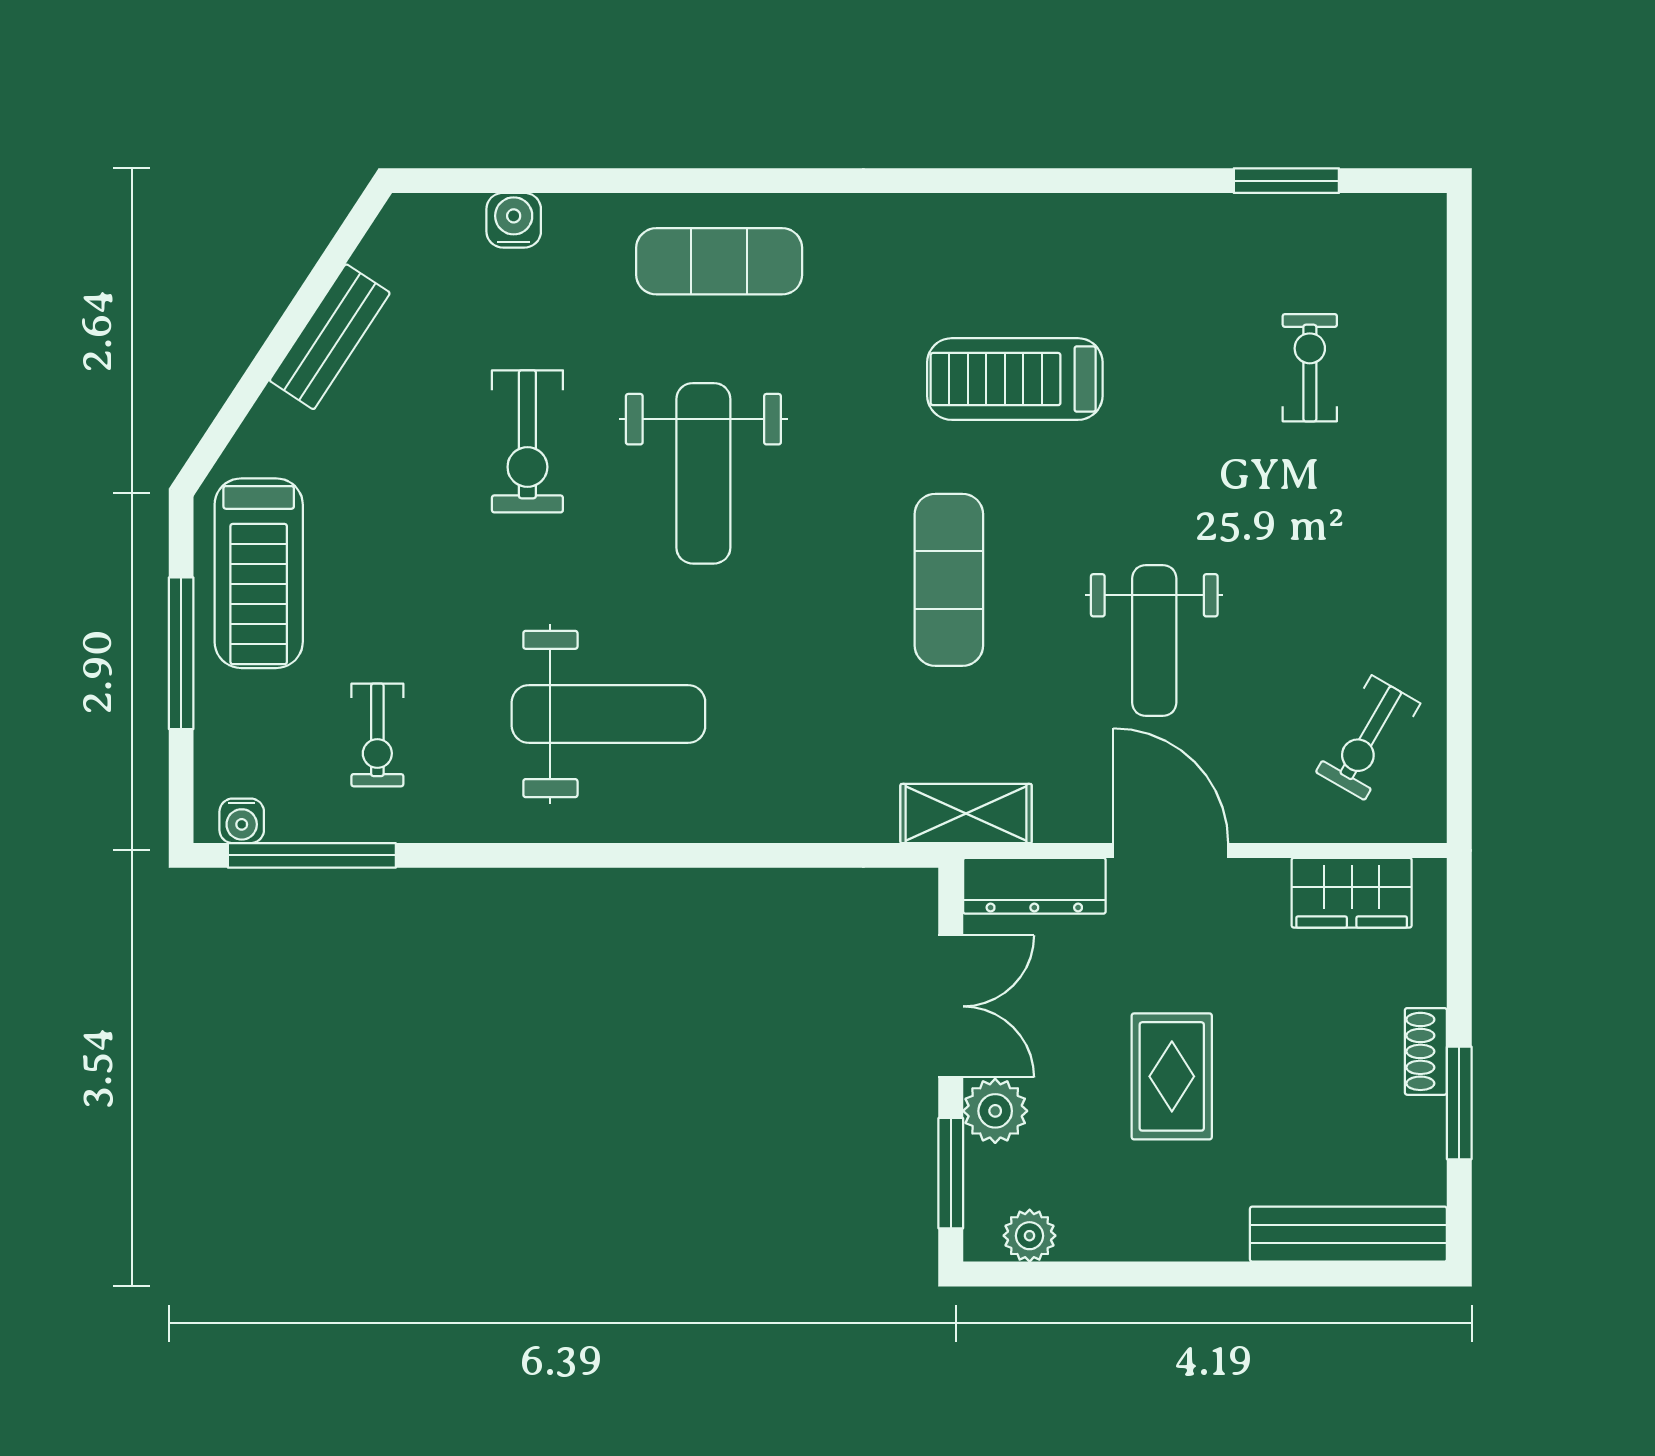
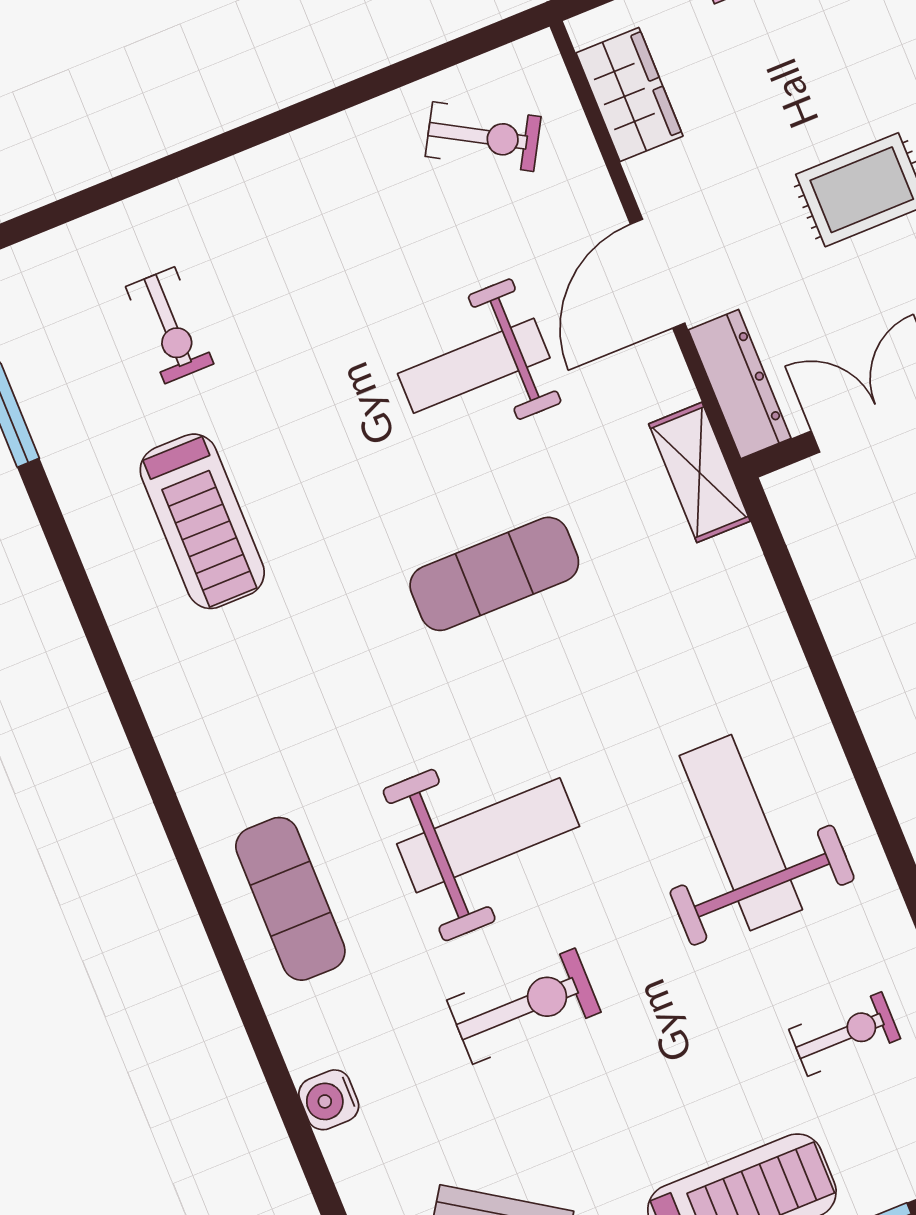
exercise bike: (1310, 368) -> (170, 325), turned -90
treadmill: (1015, 379) -> (202, 521), moved
weight bench: (1154, 640) -> (474, 366), turned 180

